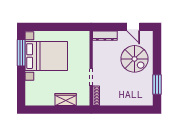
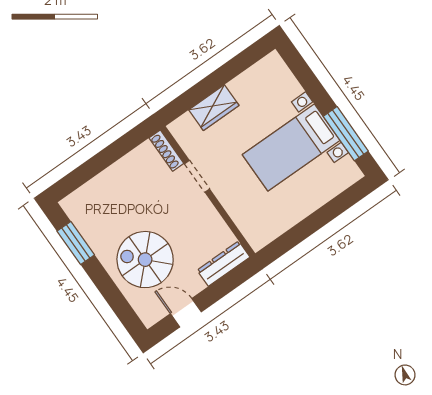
bed with nightstands: (46, 56) -> (291, 148), width x0.73

